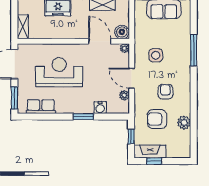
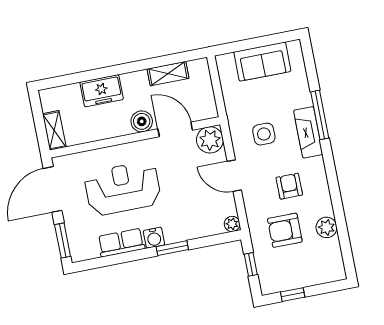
boiler: (122, 32) -> (142, 121), moved
plant: (125, 48) -> (210, 140), width x1.87, depth x1.87
plant: (124, 95) -> (232, 224), moved
row of seats: (41, 107) -> (121, 243), moved
water cooler: (100, 108) -> (154, 238), moved
fireplace: (150, 151) -> (308, 132), moved, turned -90

